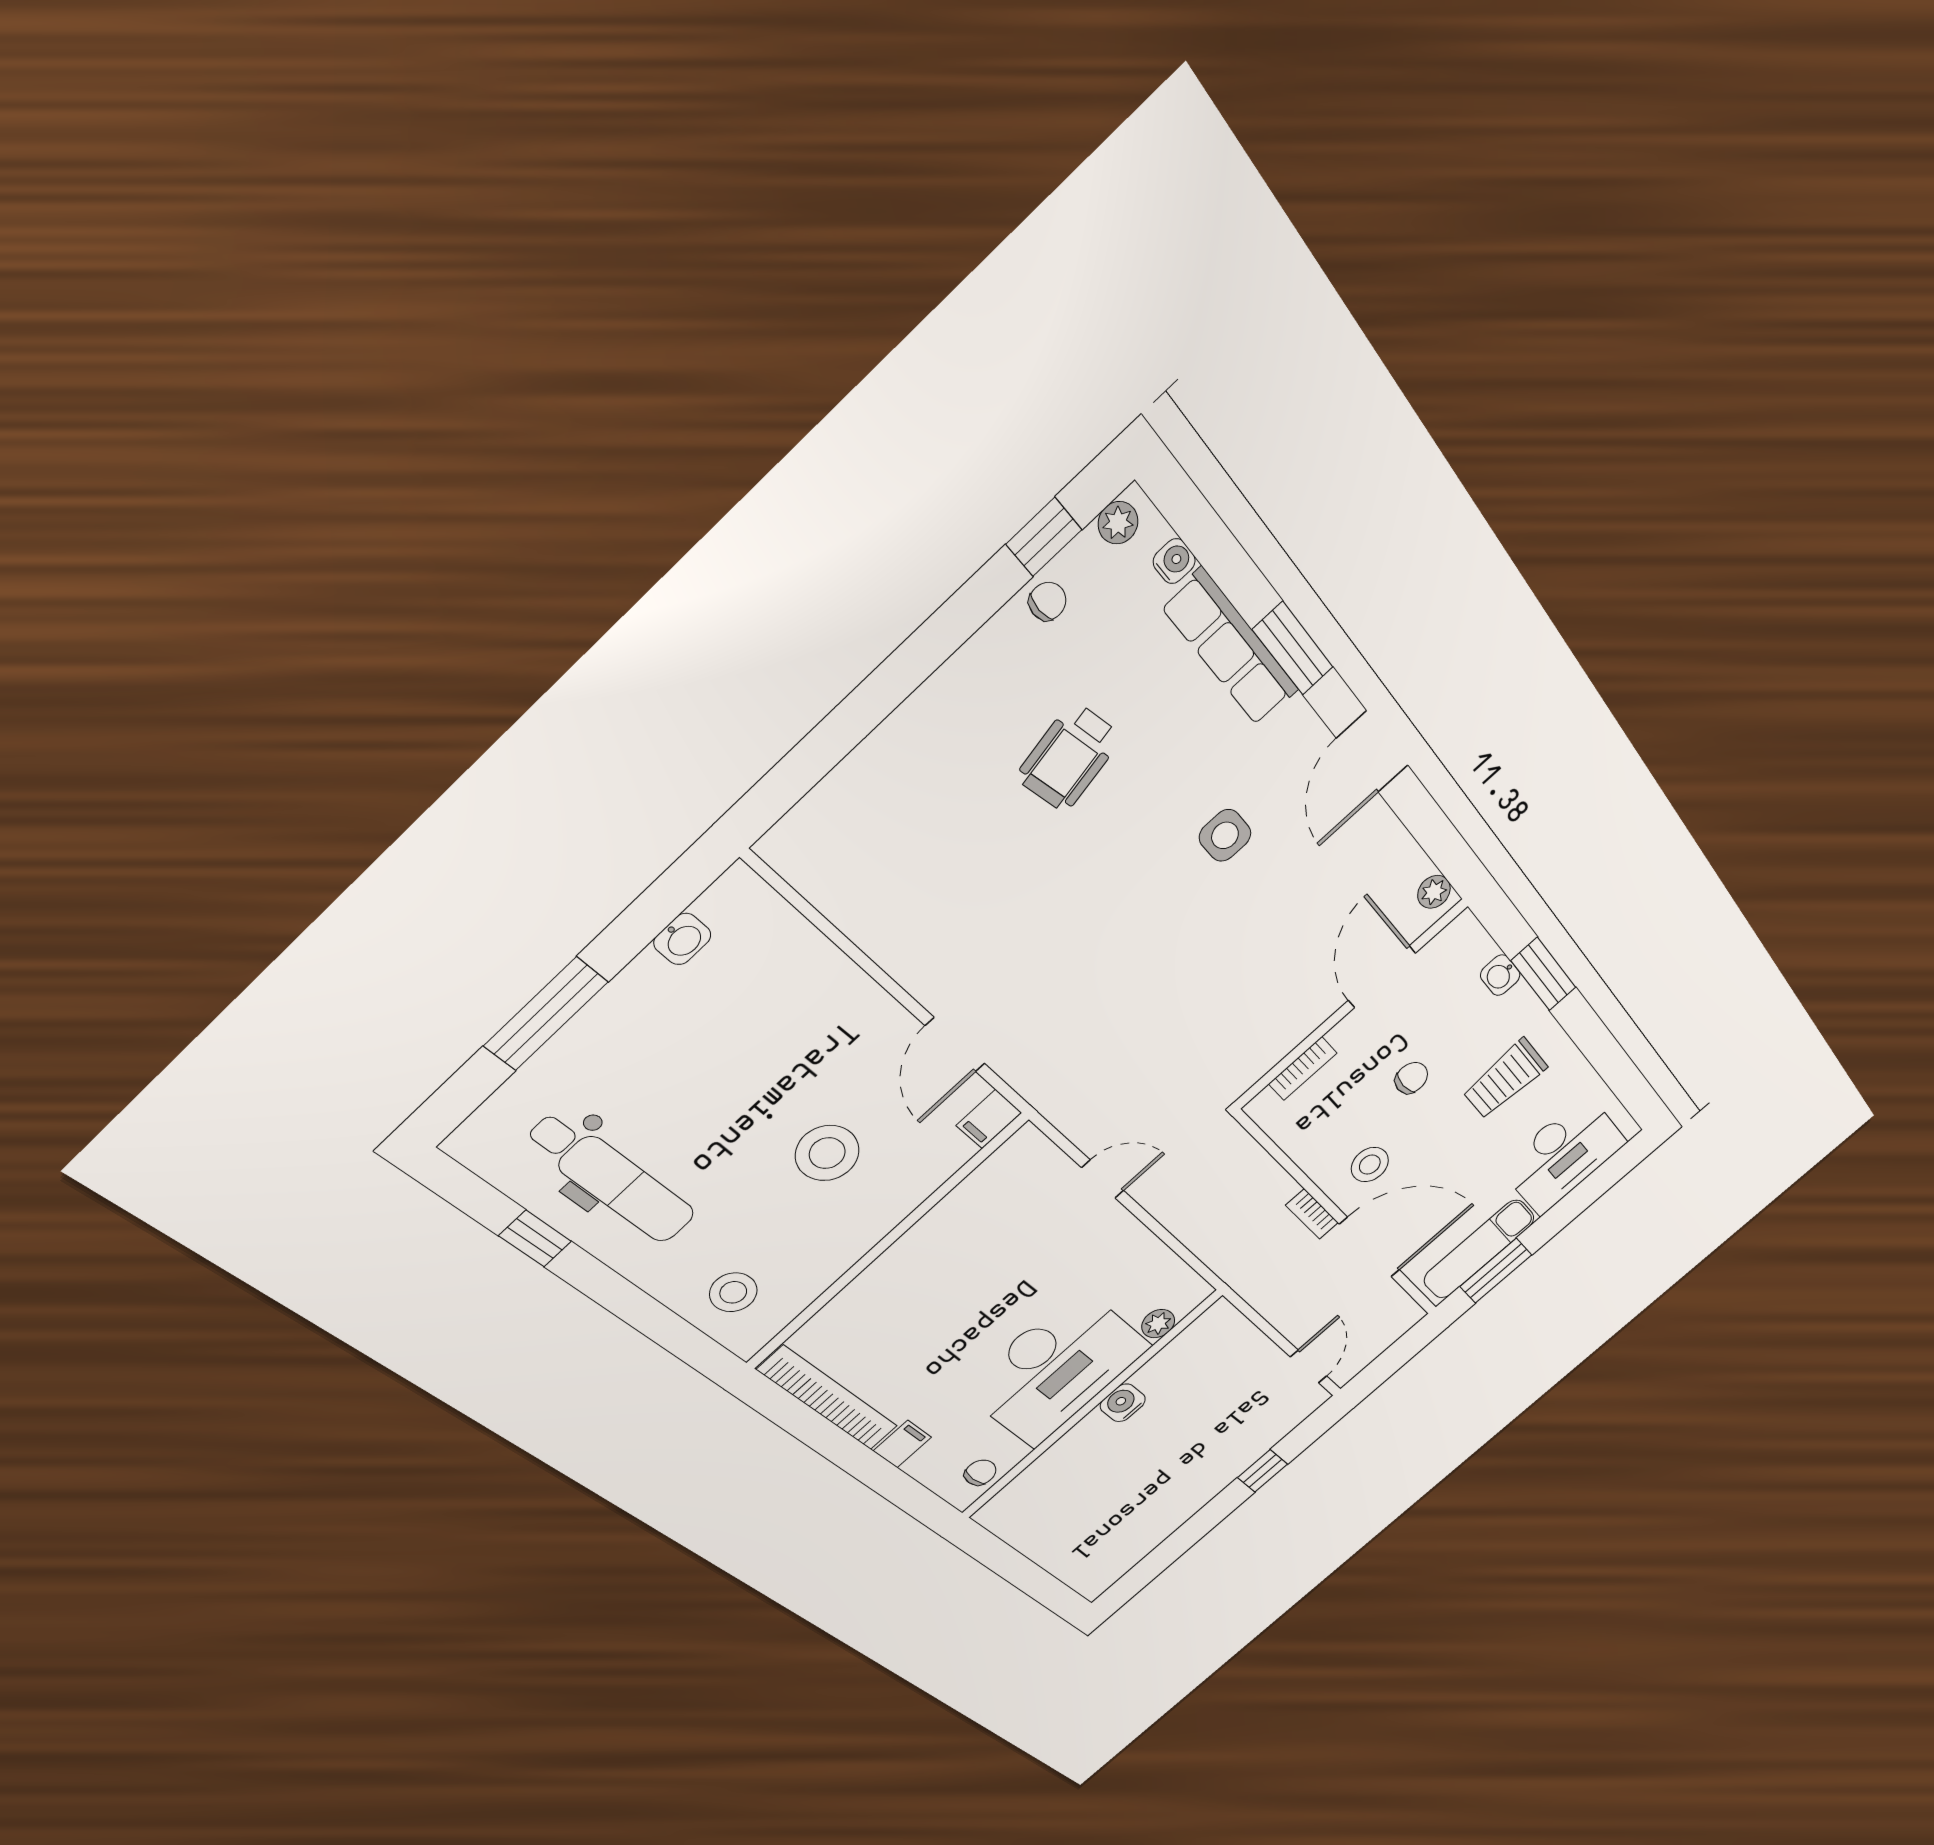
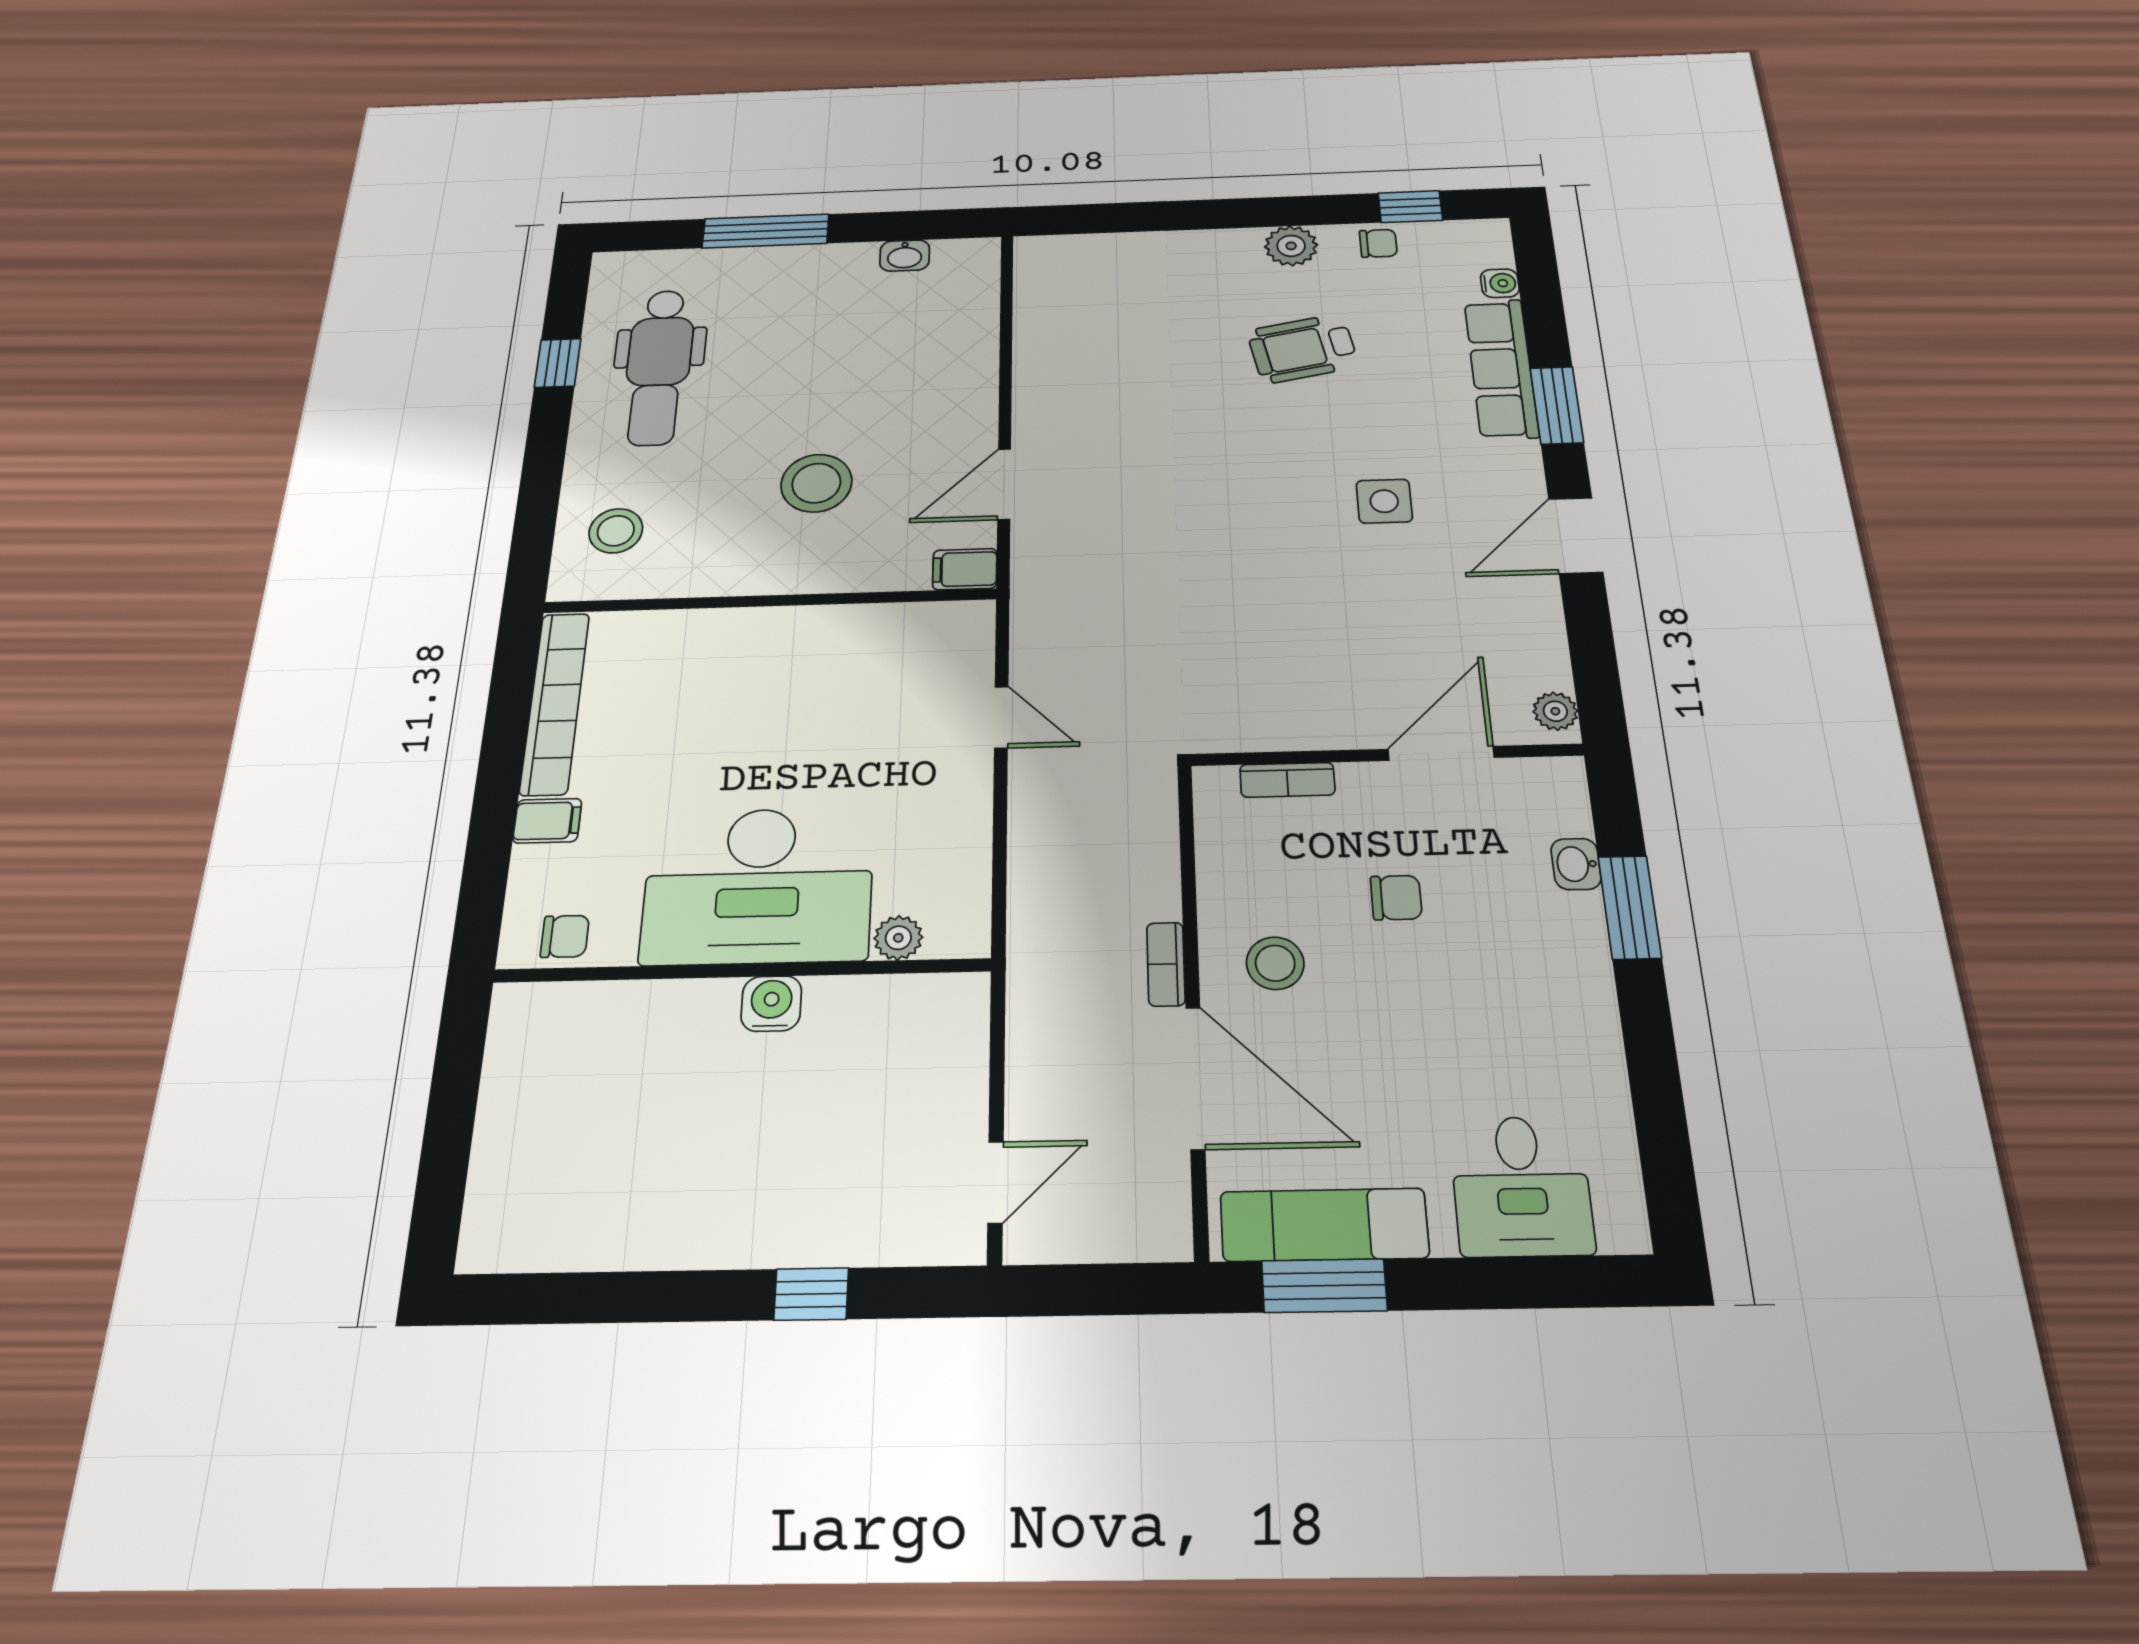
plant: (1118, 523) -> (1291, 246), moved, width x1.38, depth x1.38
trolley: (1505, 1079) -> (1507, 1001), removed
desk: (1563, 1155) -> (1521, 1186), width x0.73

